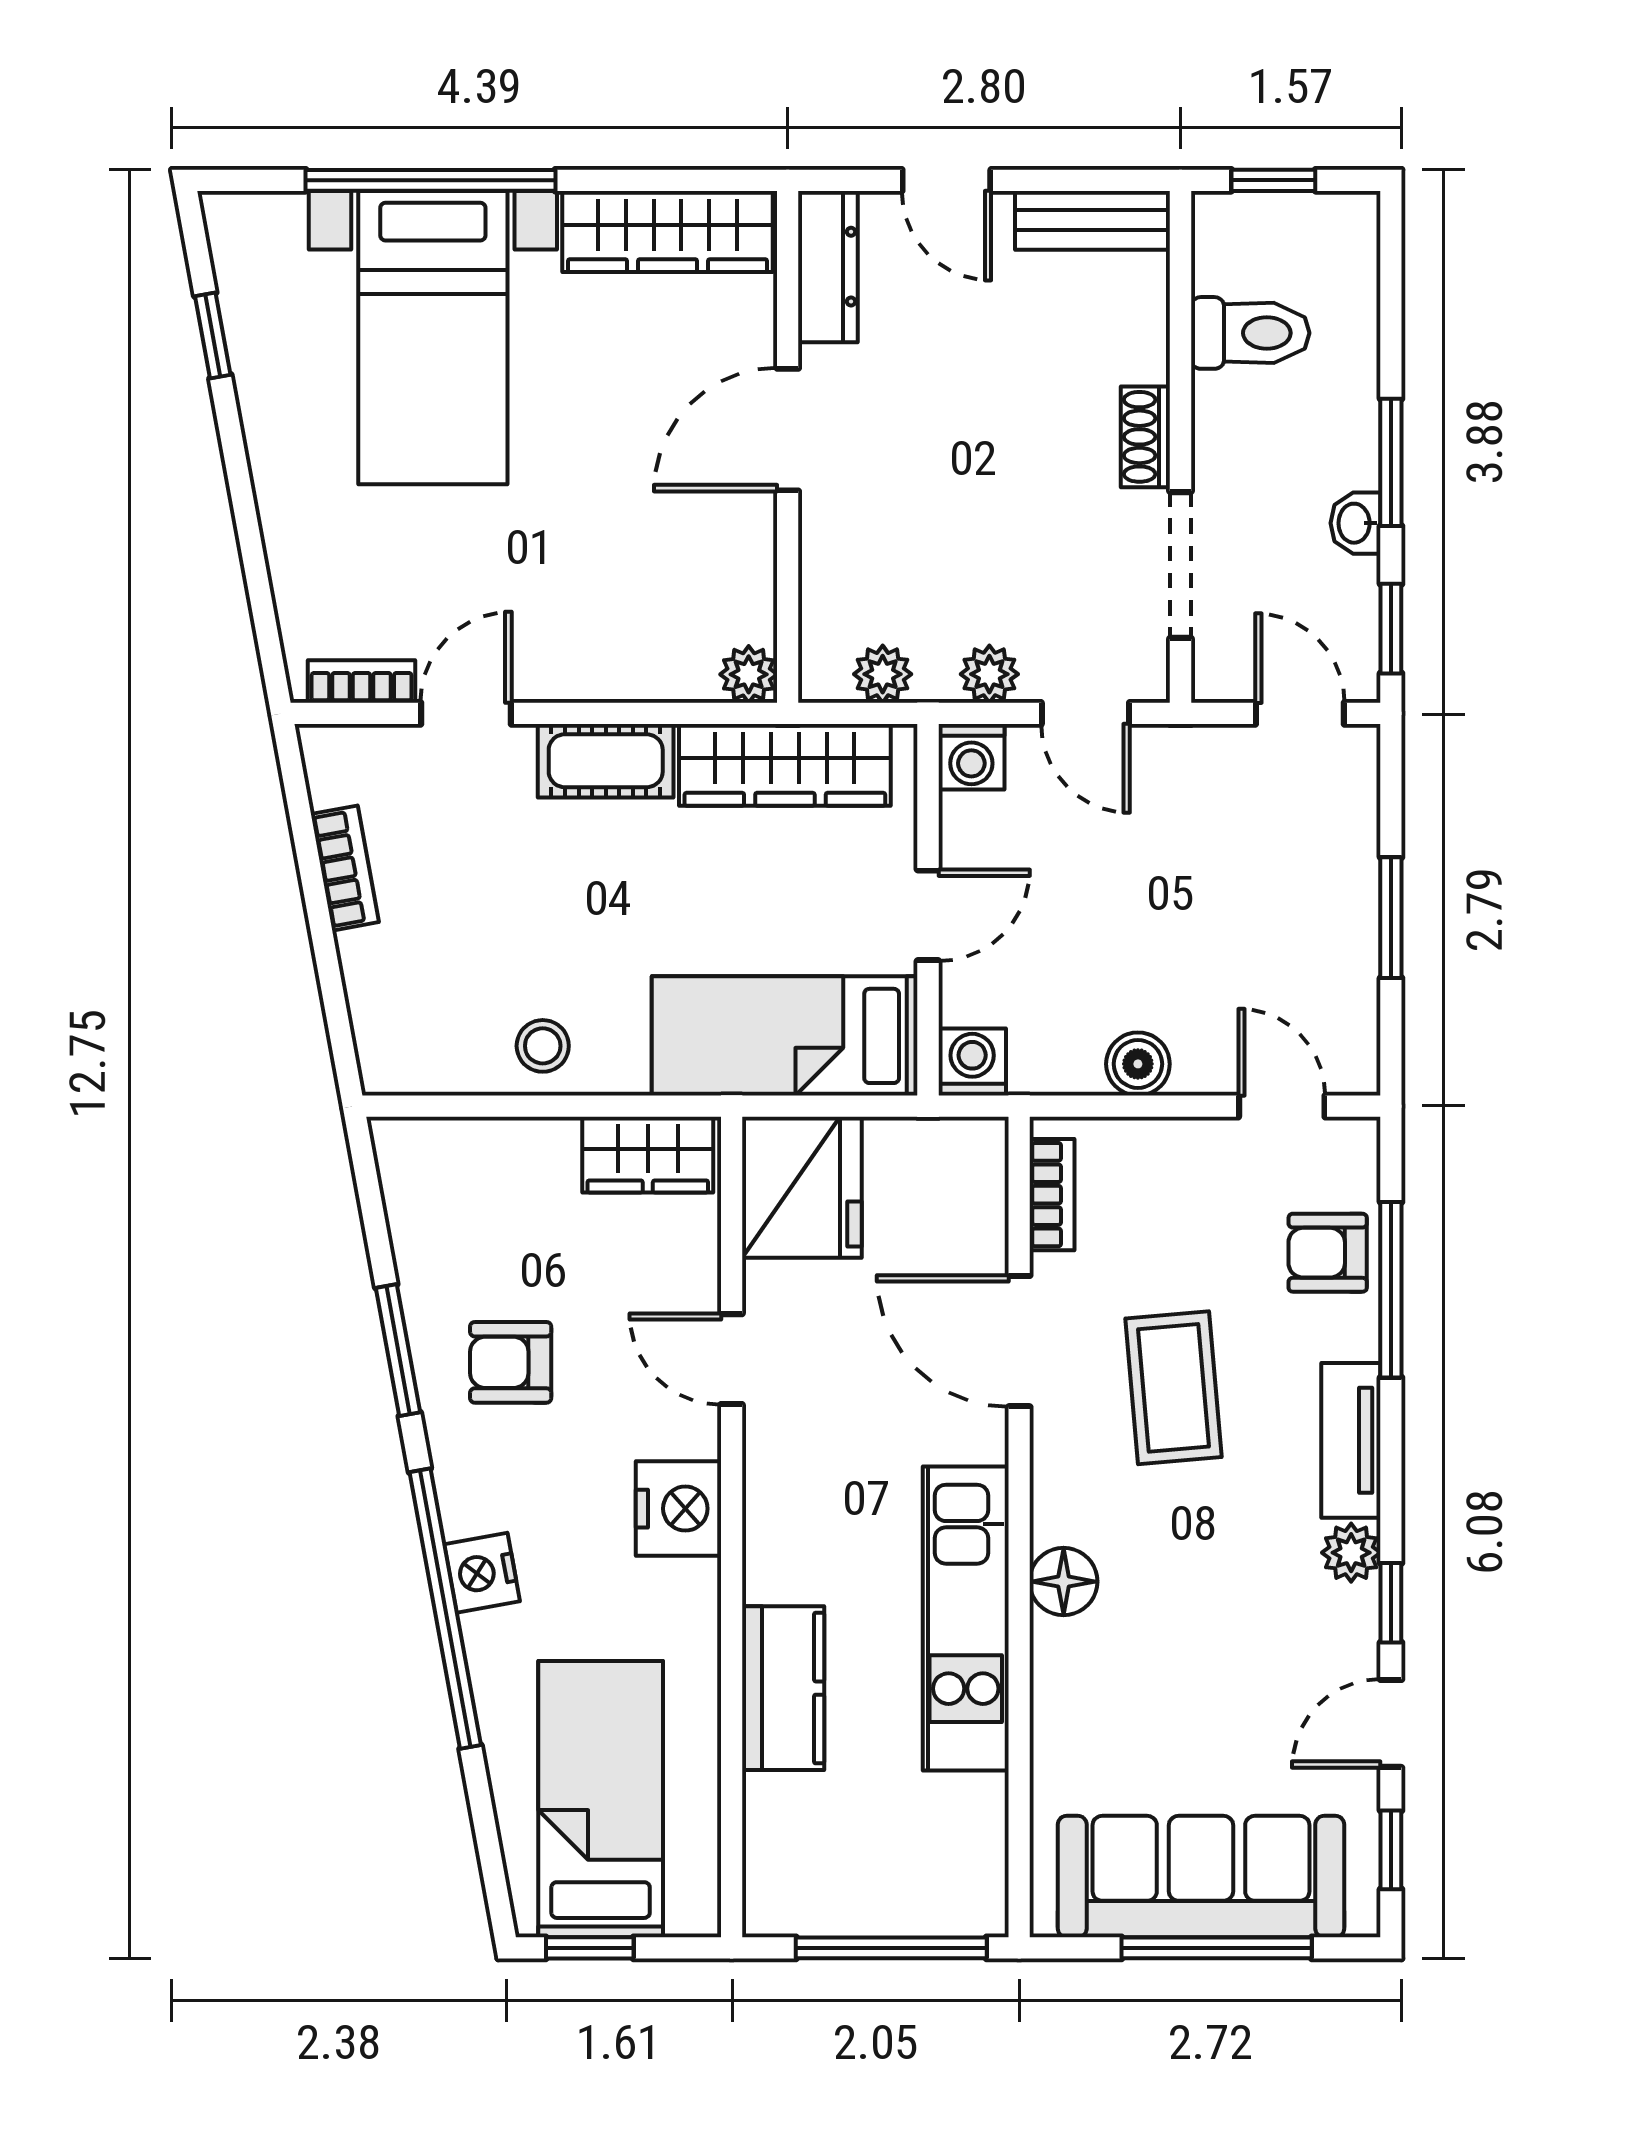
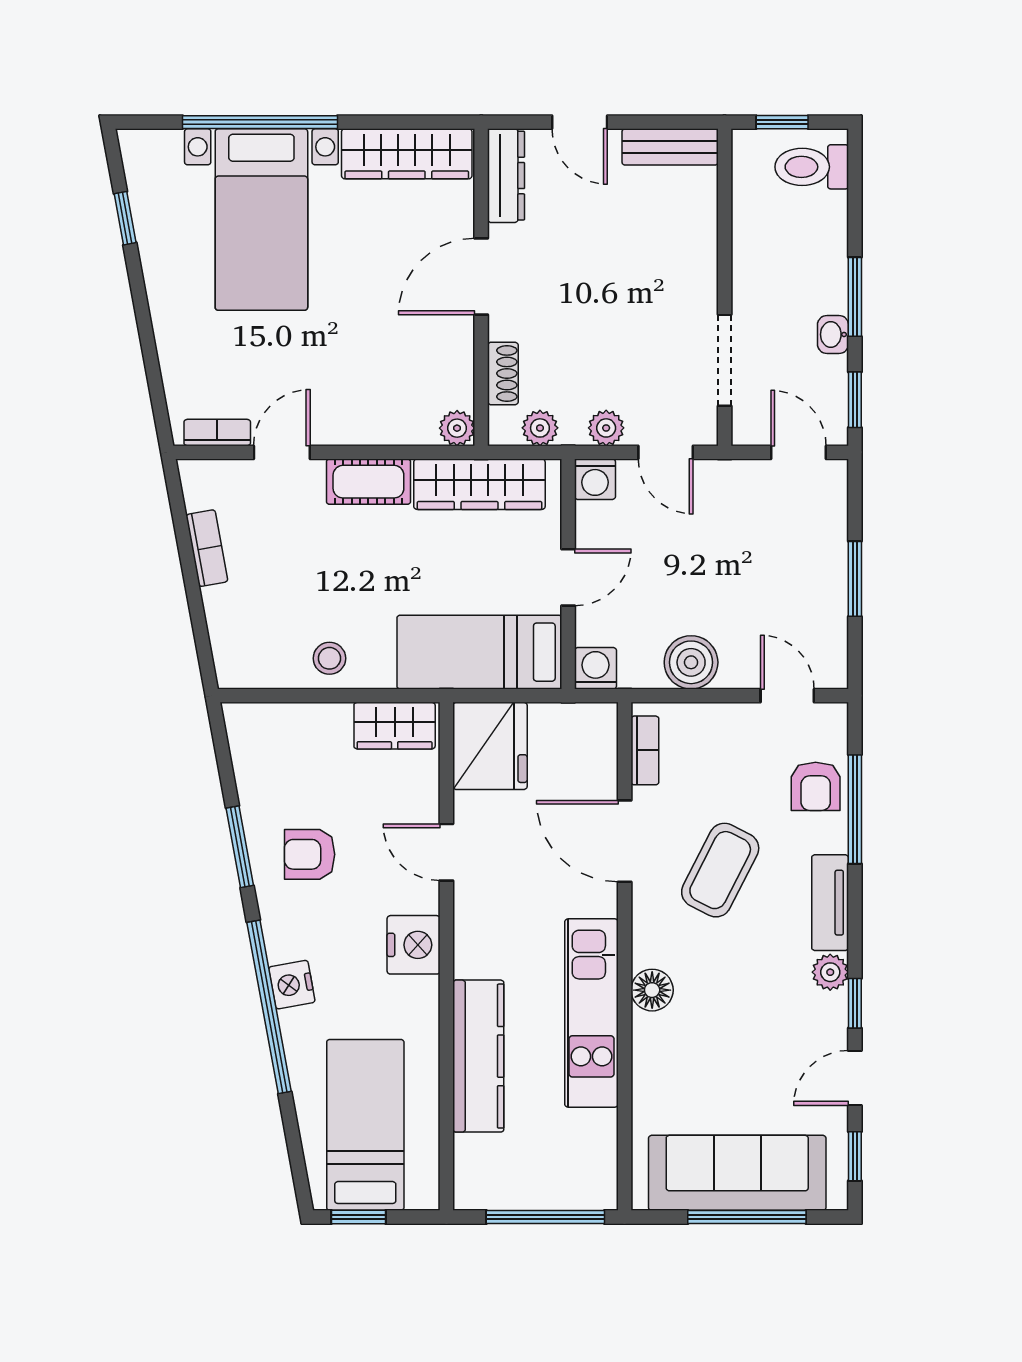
toilet: (1250, 333) -> (812, 167), moved, turned 180
shoe rack: (1145, 437) -> (503, 373), moved, turned 180
boiler: (1138, 1064) -> (691, 662), width x1.36, depth x1.36
armchair: (1328, 1253) -> (816, 786), turned -90
coffee table: (1173, 1388) -> (720, 870), turned 32
kitchen counter: (783, 1688) -> (478, 1056), width x1.50

